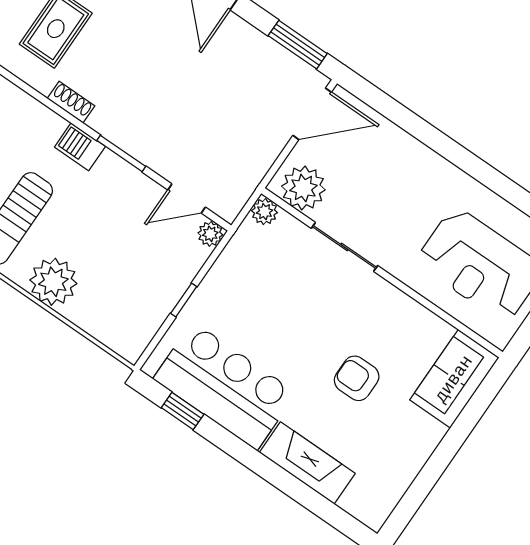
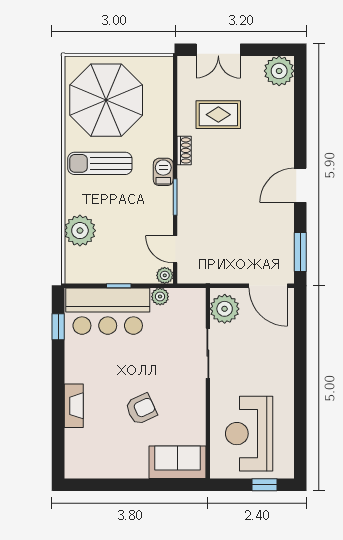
plant: (265, 212) -> (160, 297), moved
plant: (53, 282) -> (80, 231), moved
armchair: (357, 378) -> (141, 409), turned 65
bar counter: (225, 386) -> (108, 311), moved, turned 90
fireplace: (307, 463) -> (74, 406), width x0.73, depth x0.76

